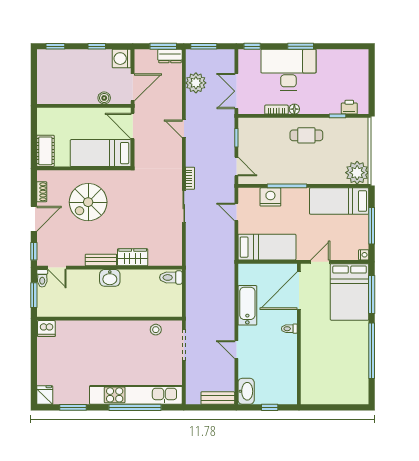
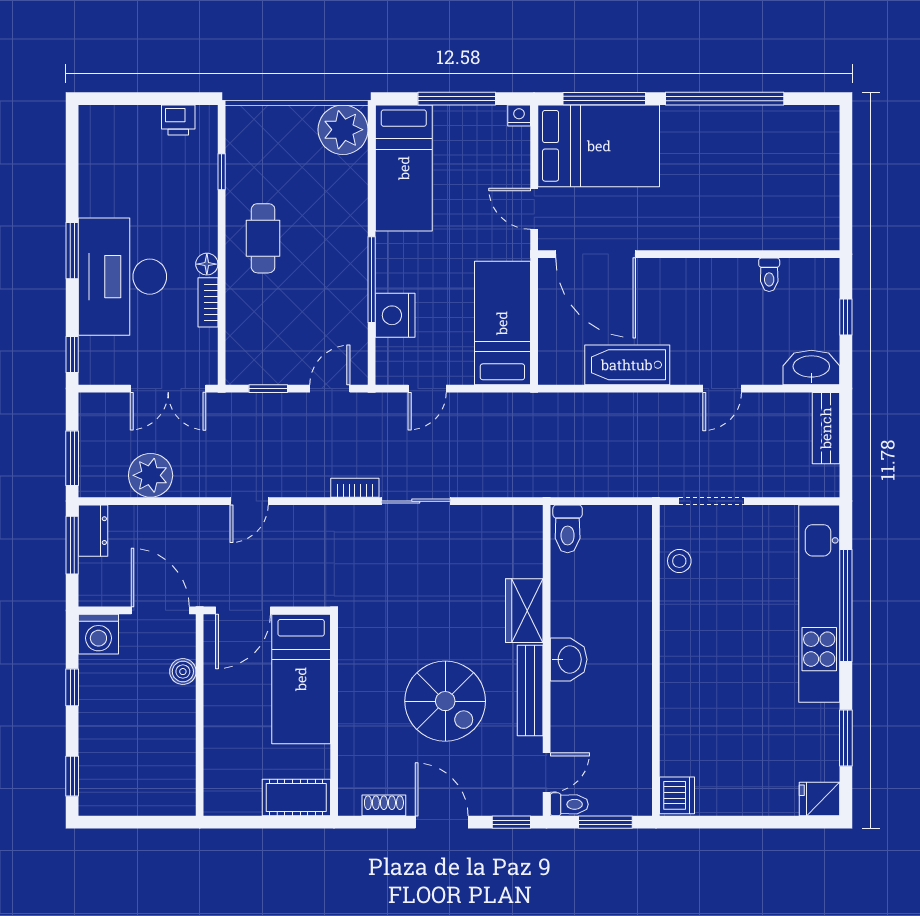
printer: (349, 107) -> (178, 120), moved, turned -90
spiral stairs: (88, 202) -> (445, 701), moved
bench: (101, 260) -> (530, 691), width x1.36
toilet: (289, 329) -> (769, 275), moved

